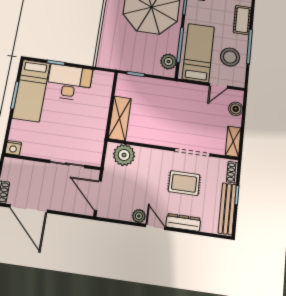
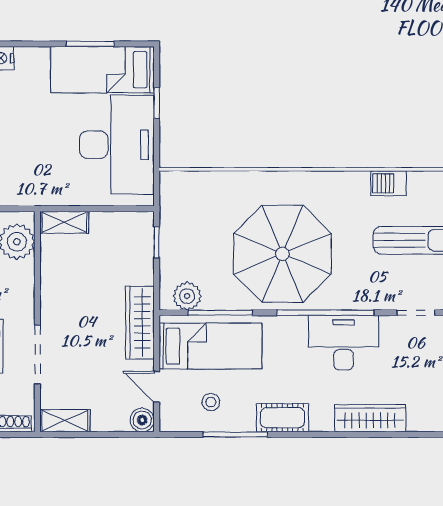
stool: (230, 57) -> (211, 402), width x0.53, depth x0.53
desk: (69, 82) -> (117, 145), width x1.36, depth x1.30
wardrobe: (180, 90) -> (140, 322), added
boiler: (236, 109) -> (142, 420), moved
shelving: (120, 118) -> (64, 222), width x0.67, depth x0.75

